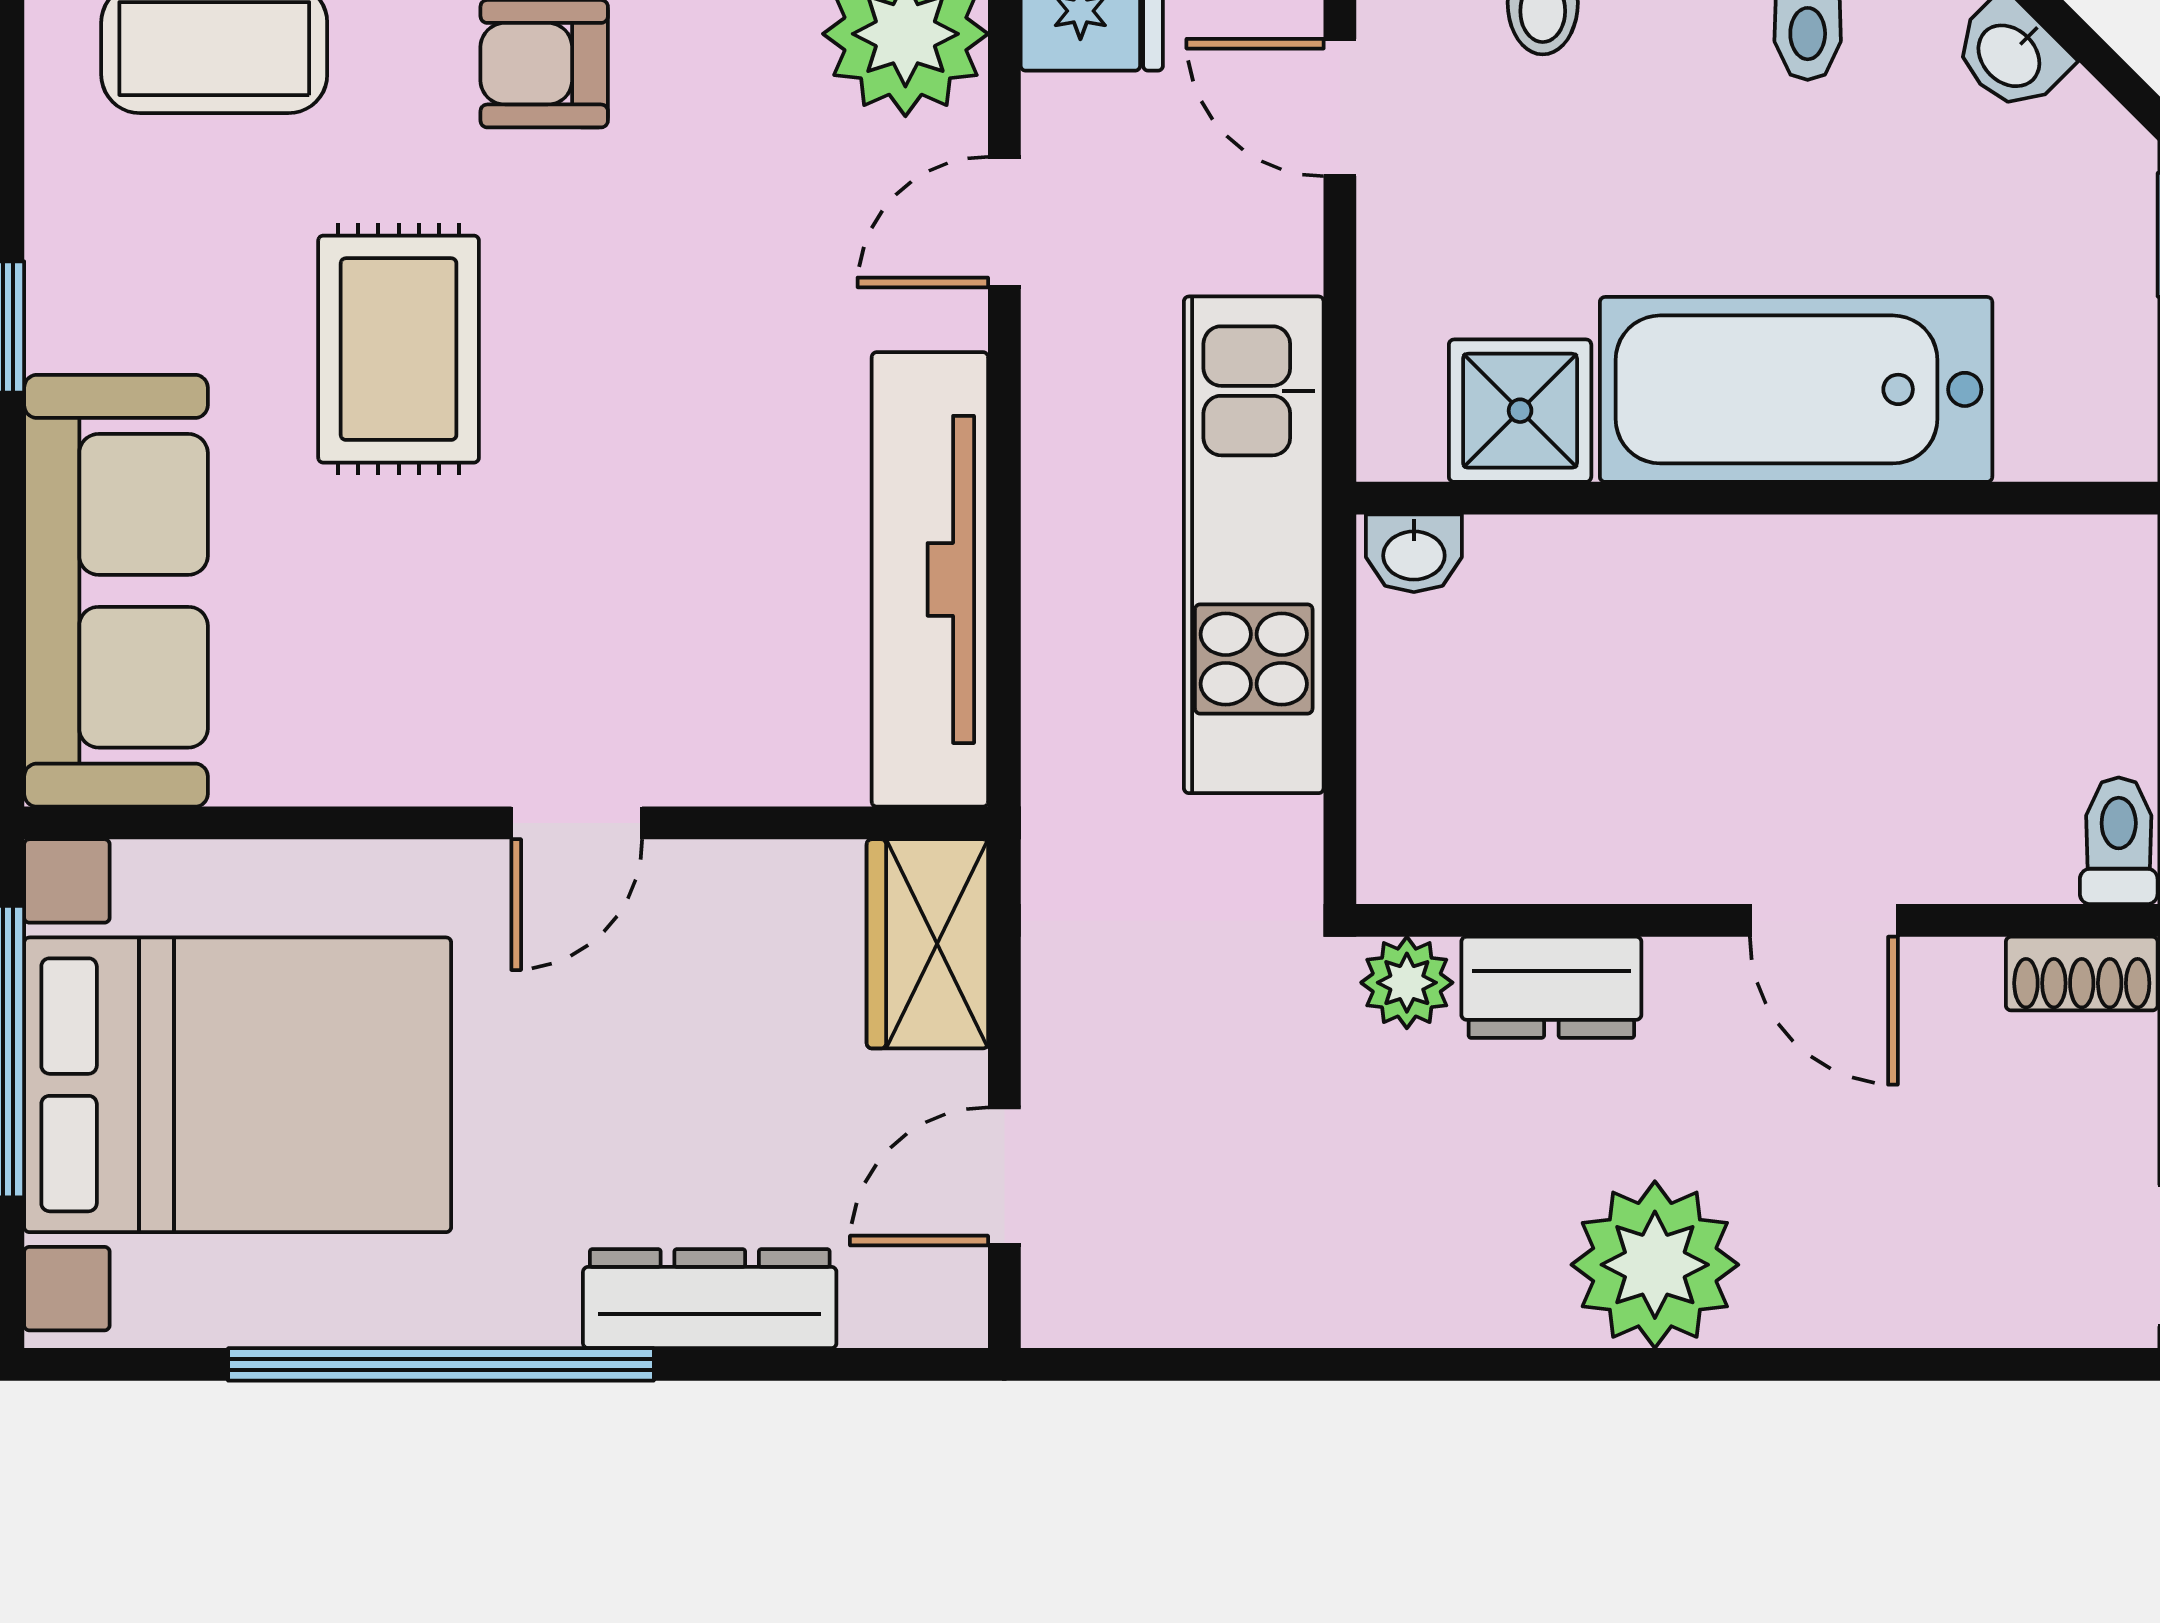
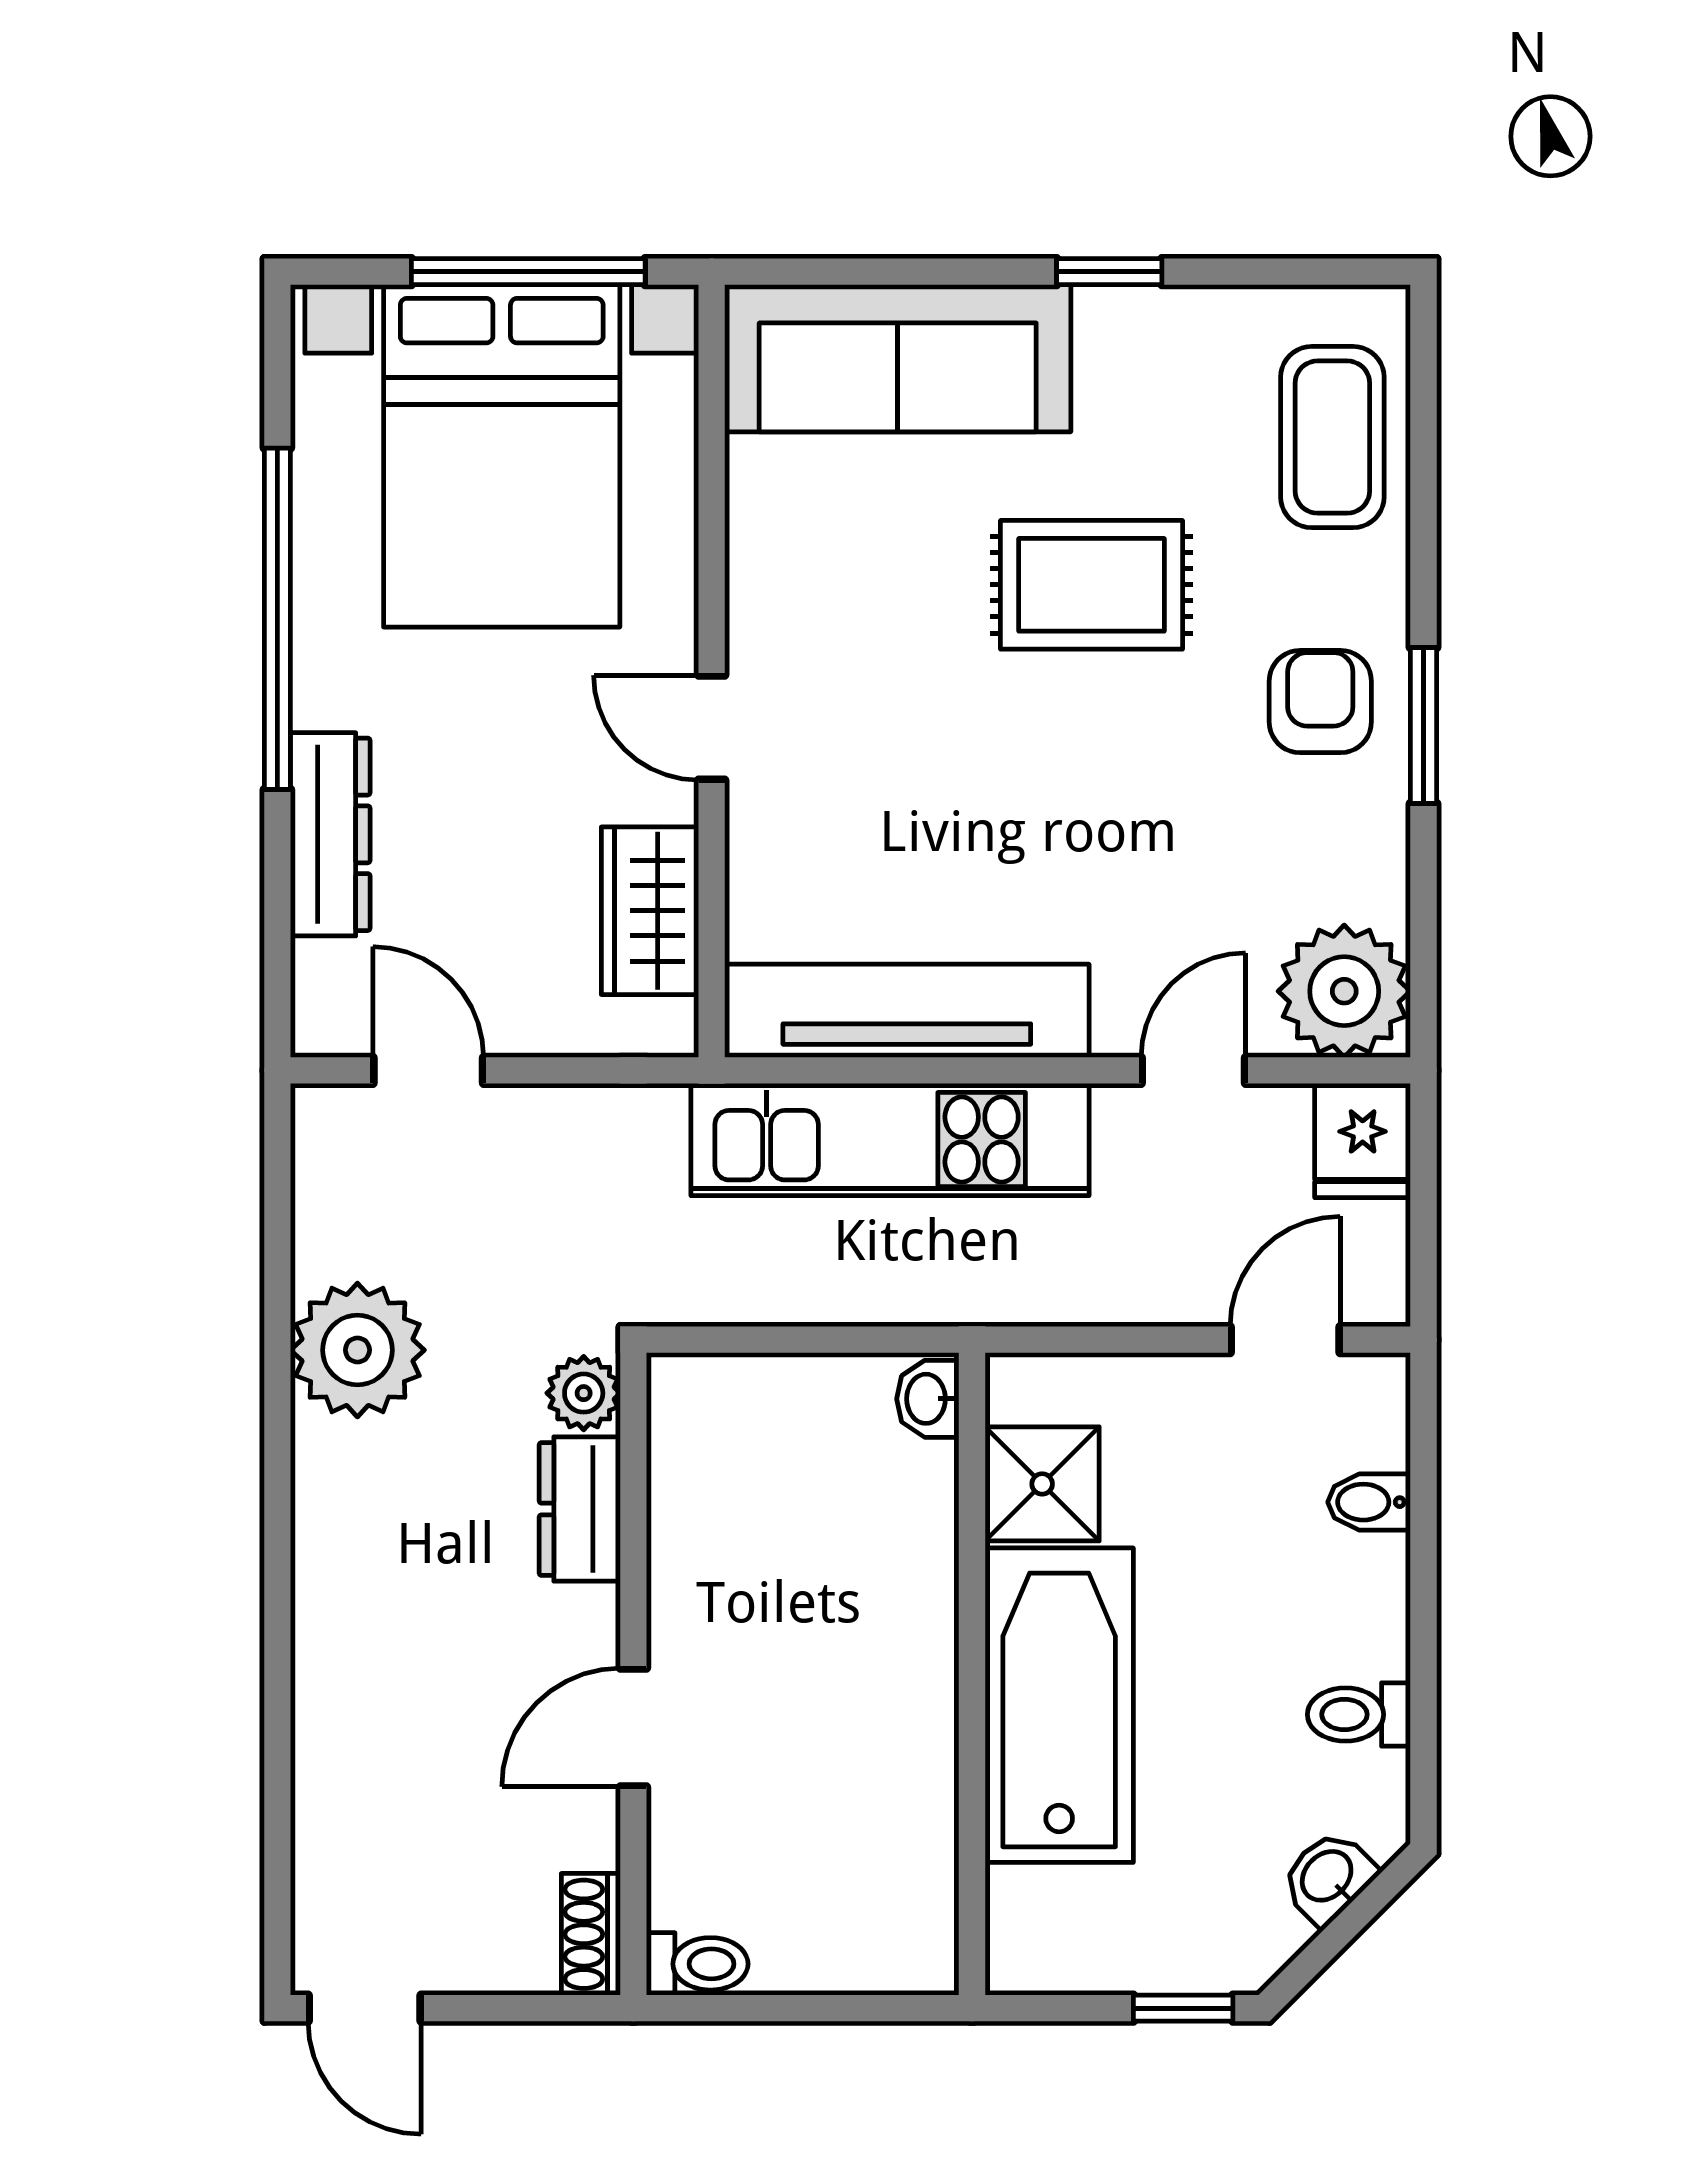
door: (1004, 222) -> (1193, 1070), hinge flipped
kitchen unit: (1254, 545) -> (890, 1140), moved, turned 180
wardrobe: (927, 944) -> (650, 911), moved, turned -90
plant: (1655, 1265) -> (357, 1350), moved

